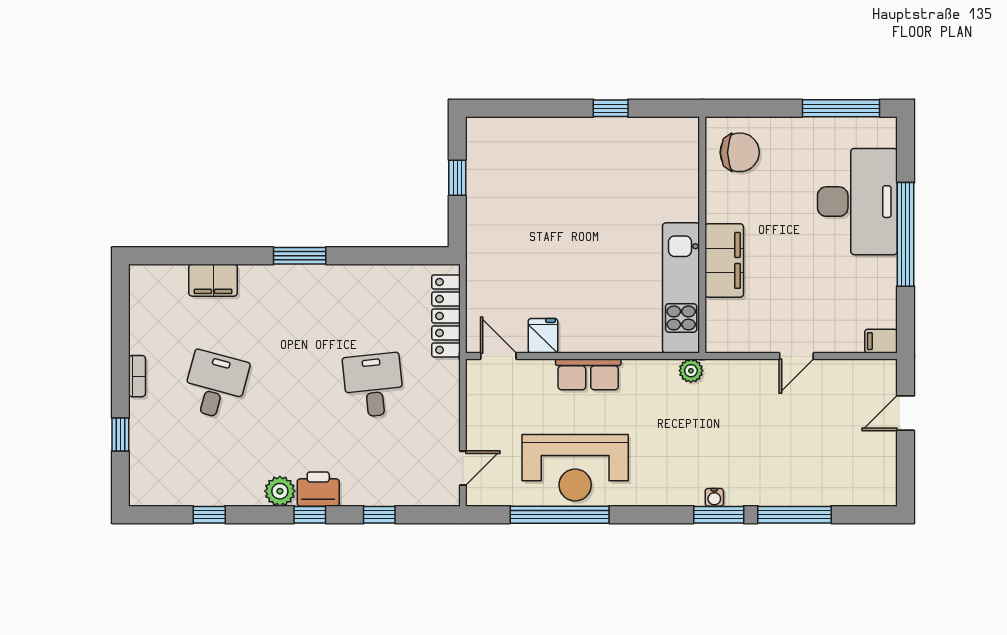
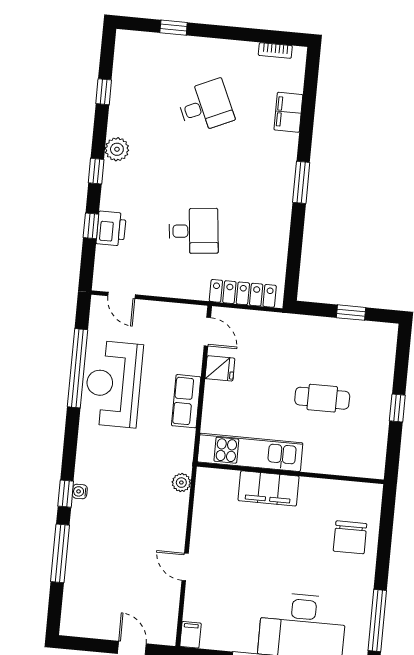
window: (611, 108) -> (397, 408), moved
cafe table: (568, 204) -> (322, 398), added
wall: (702, 235) -> (290, 473), moved
filing cabinet: (724, 260) -> (269, 488), moved
kitchen unit: (681, 288) -> (250, 452), moved
door: (498, 356) -> (207, 332), hinge flipped
bookcase: (137, 376) -> (275, 50), moved
desk: (215, 385) -> (205, 106), turned -39
printer: (318, 489) -> (111, 229), moved
window: (719, 515) -> (66, 494), width x0.67

